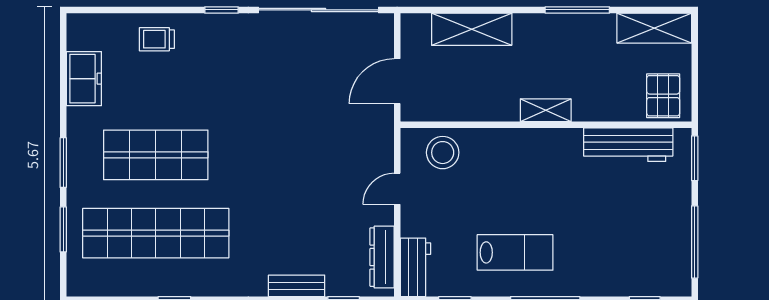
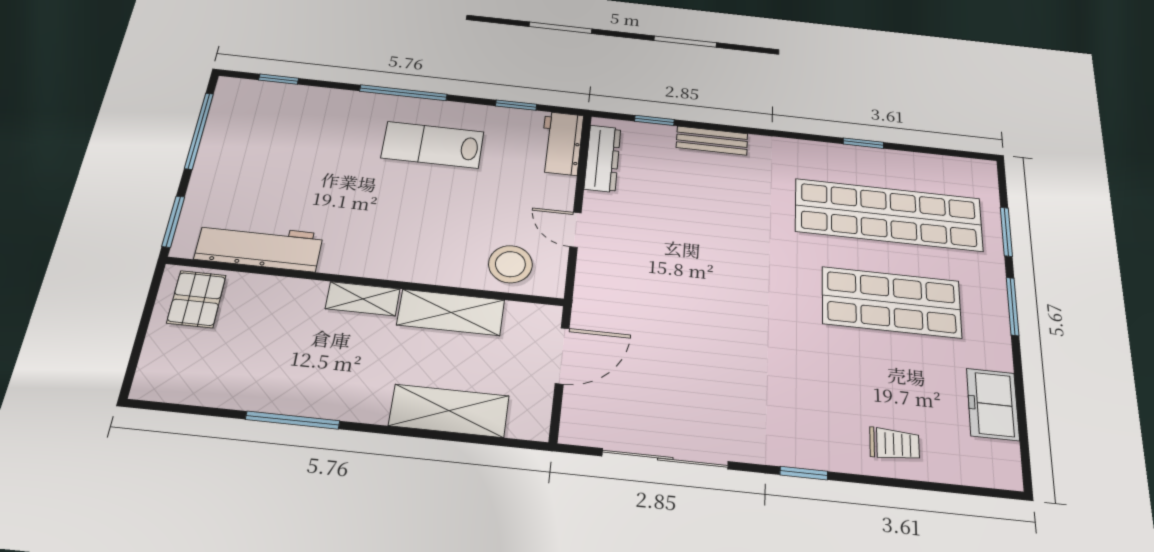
sliding door: (319, 10) -> (665, 459), width x0.73
shelving: (654, 28) -> (451, 312), moved
door: (397, 189) -> (575, 230), swing flipped

